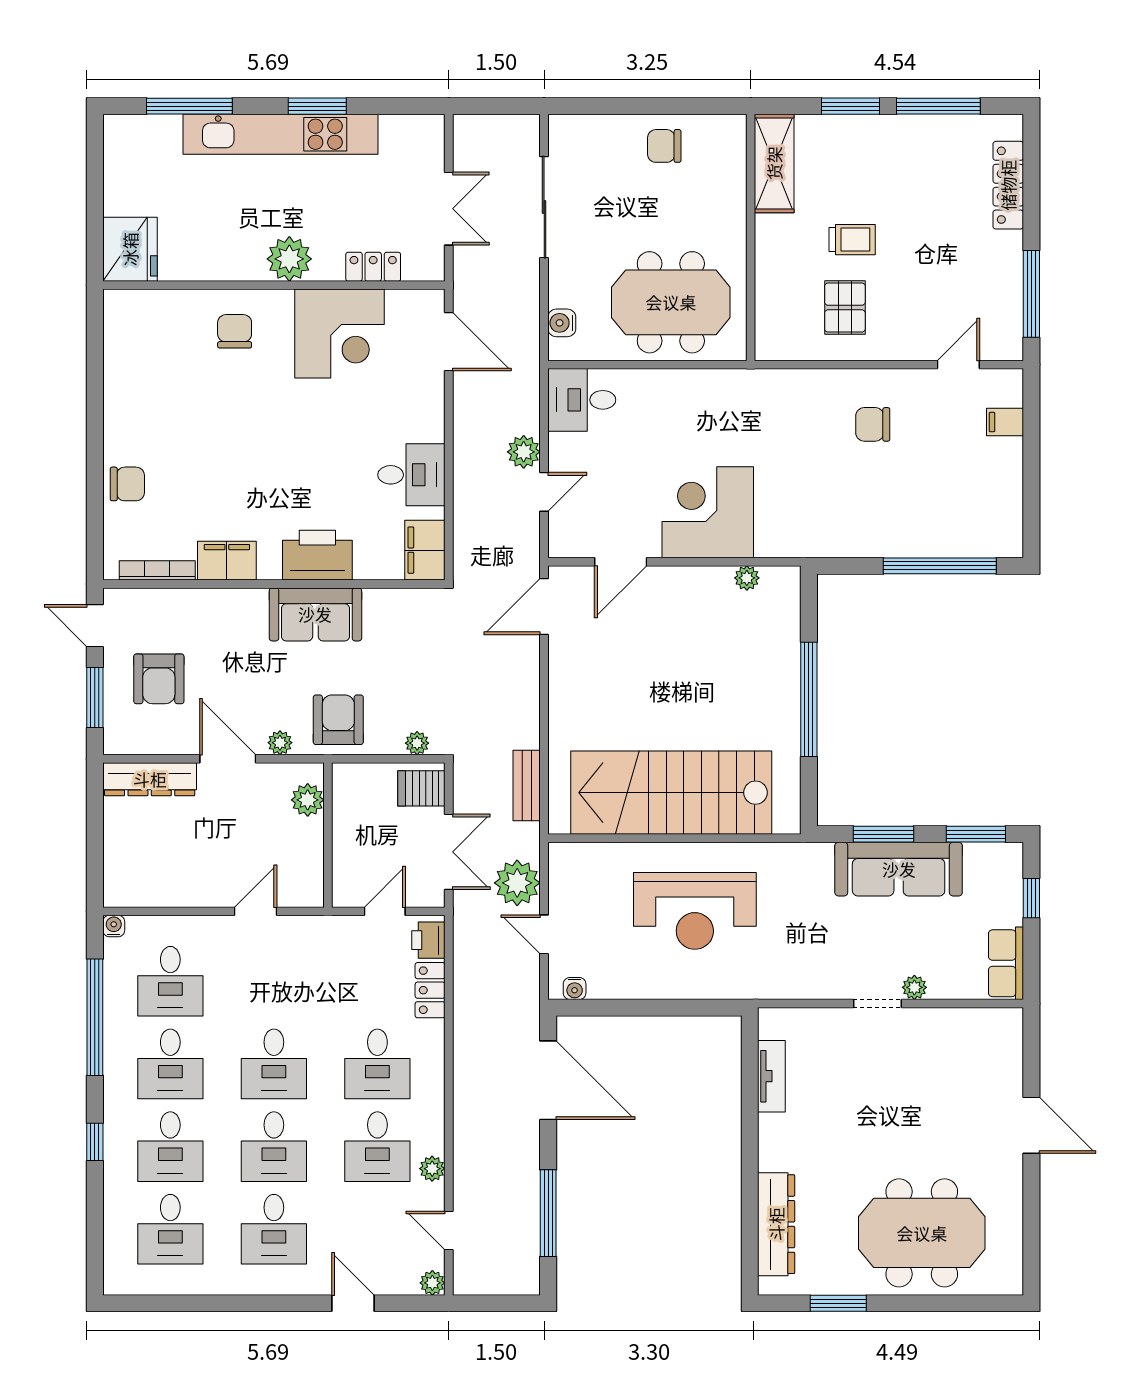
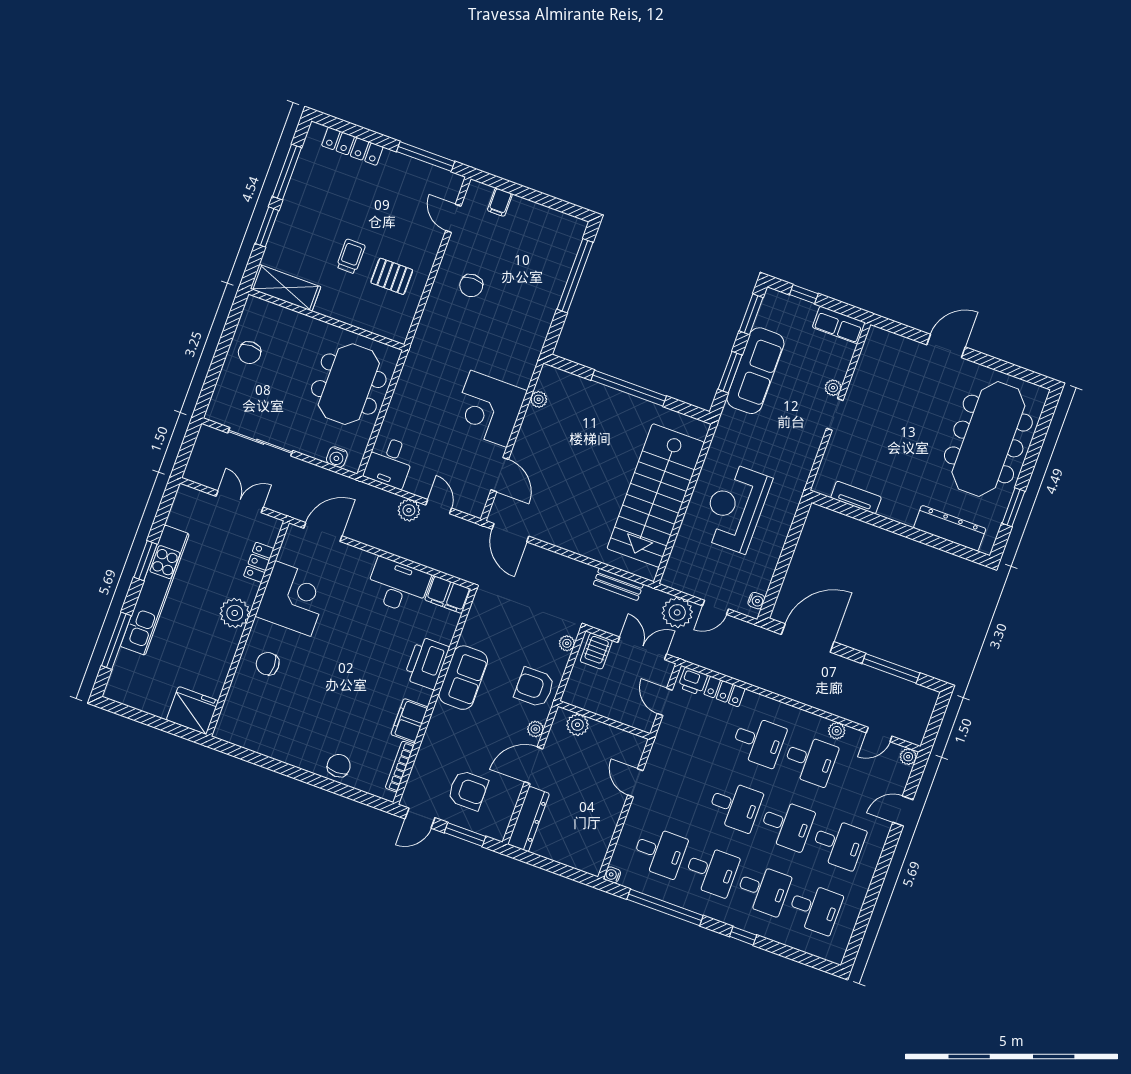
desk: (411, 475) -> (398, 586), width x1.37
reception desk: (695, 911) -> (735, 508), turned 180
meeting table: (922, 1233) -> (988, 439), width x1.36

